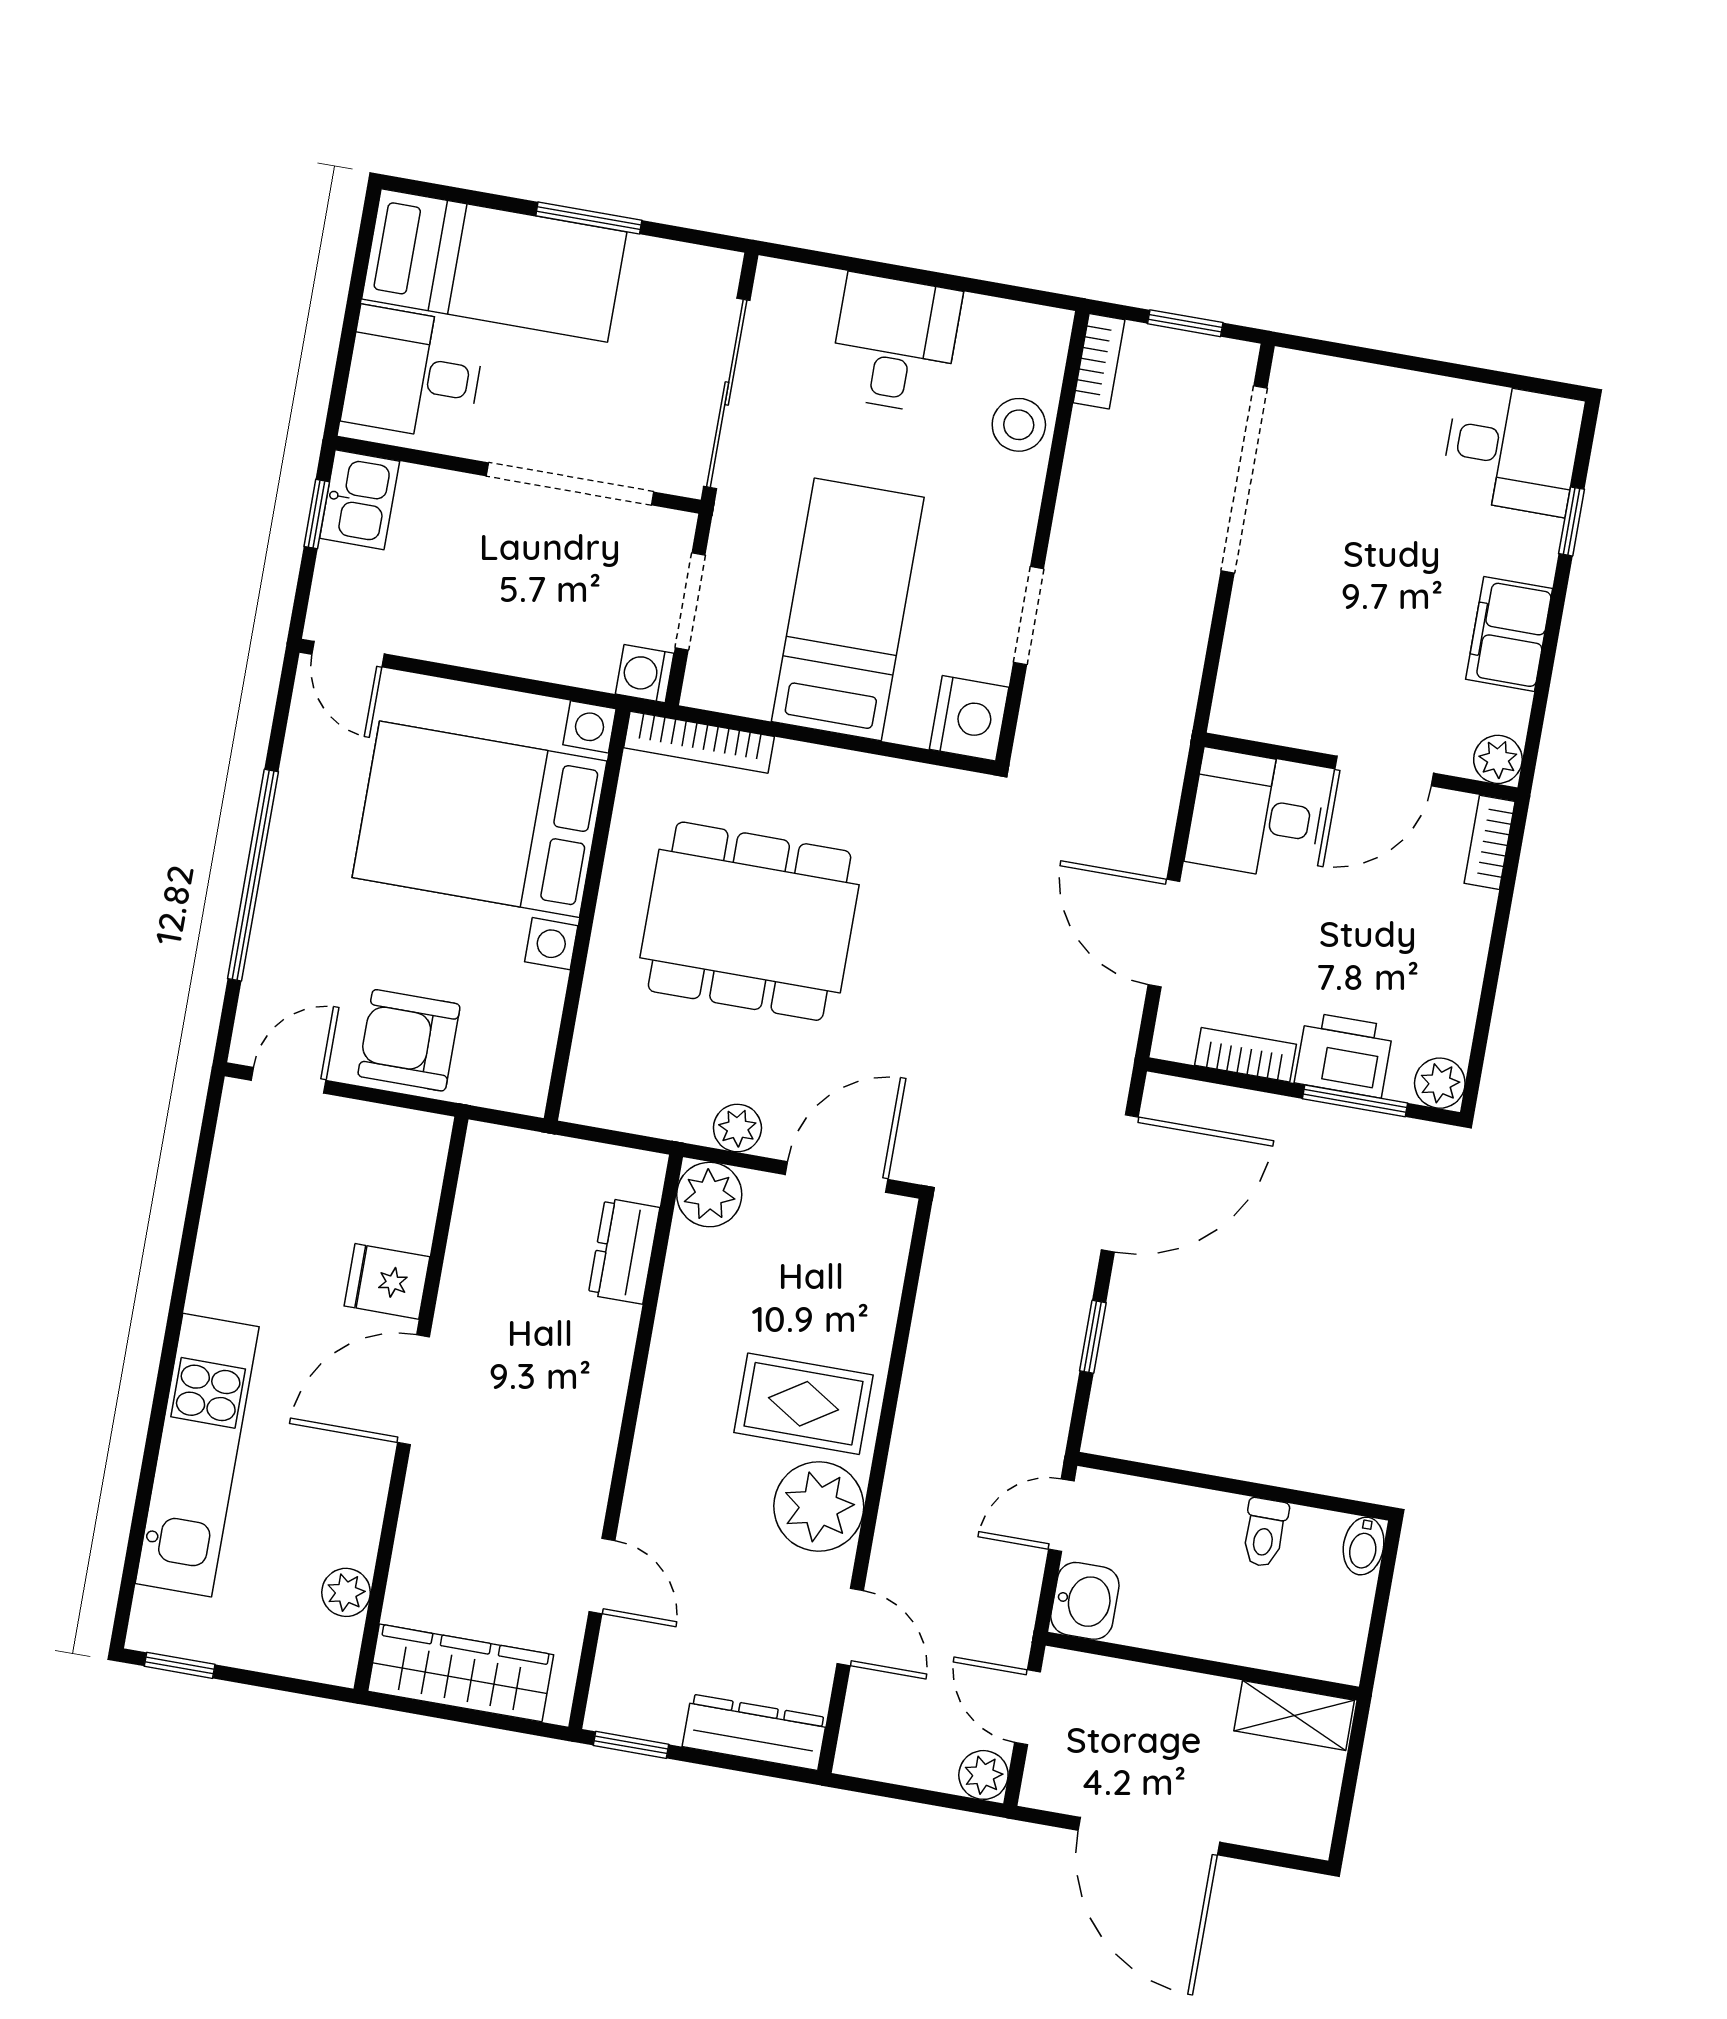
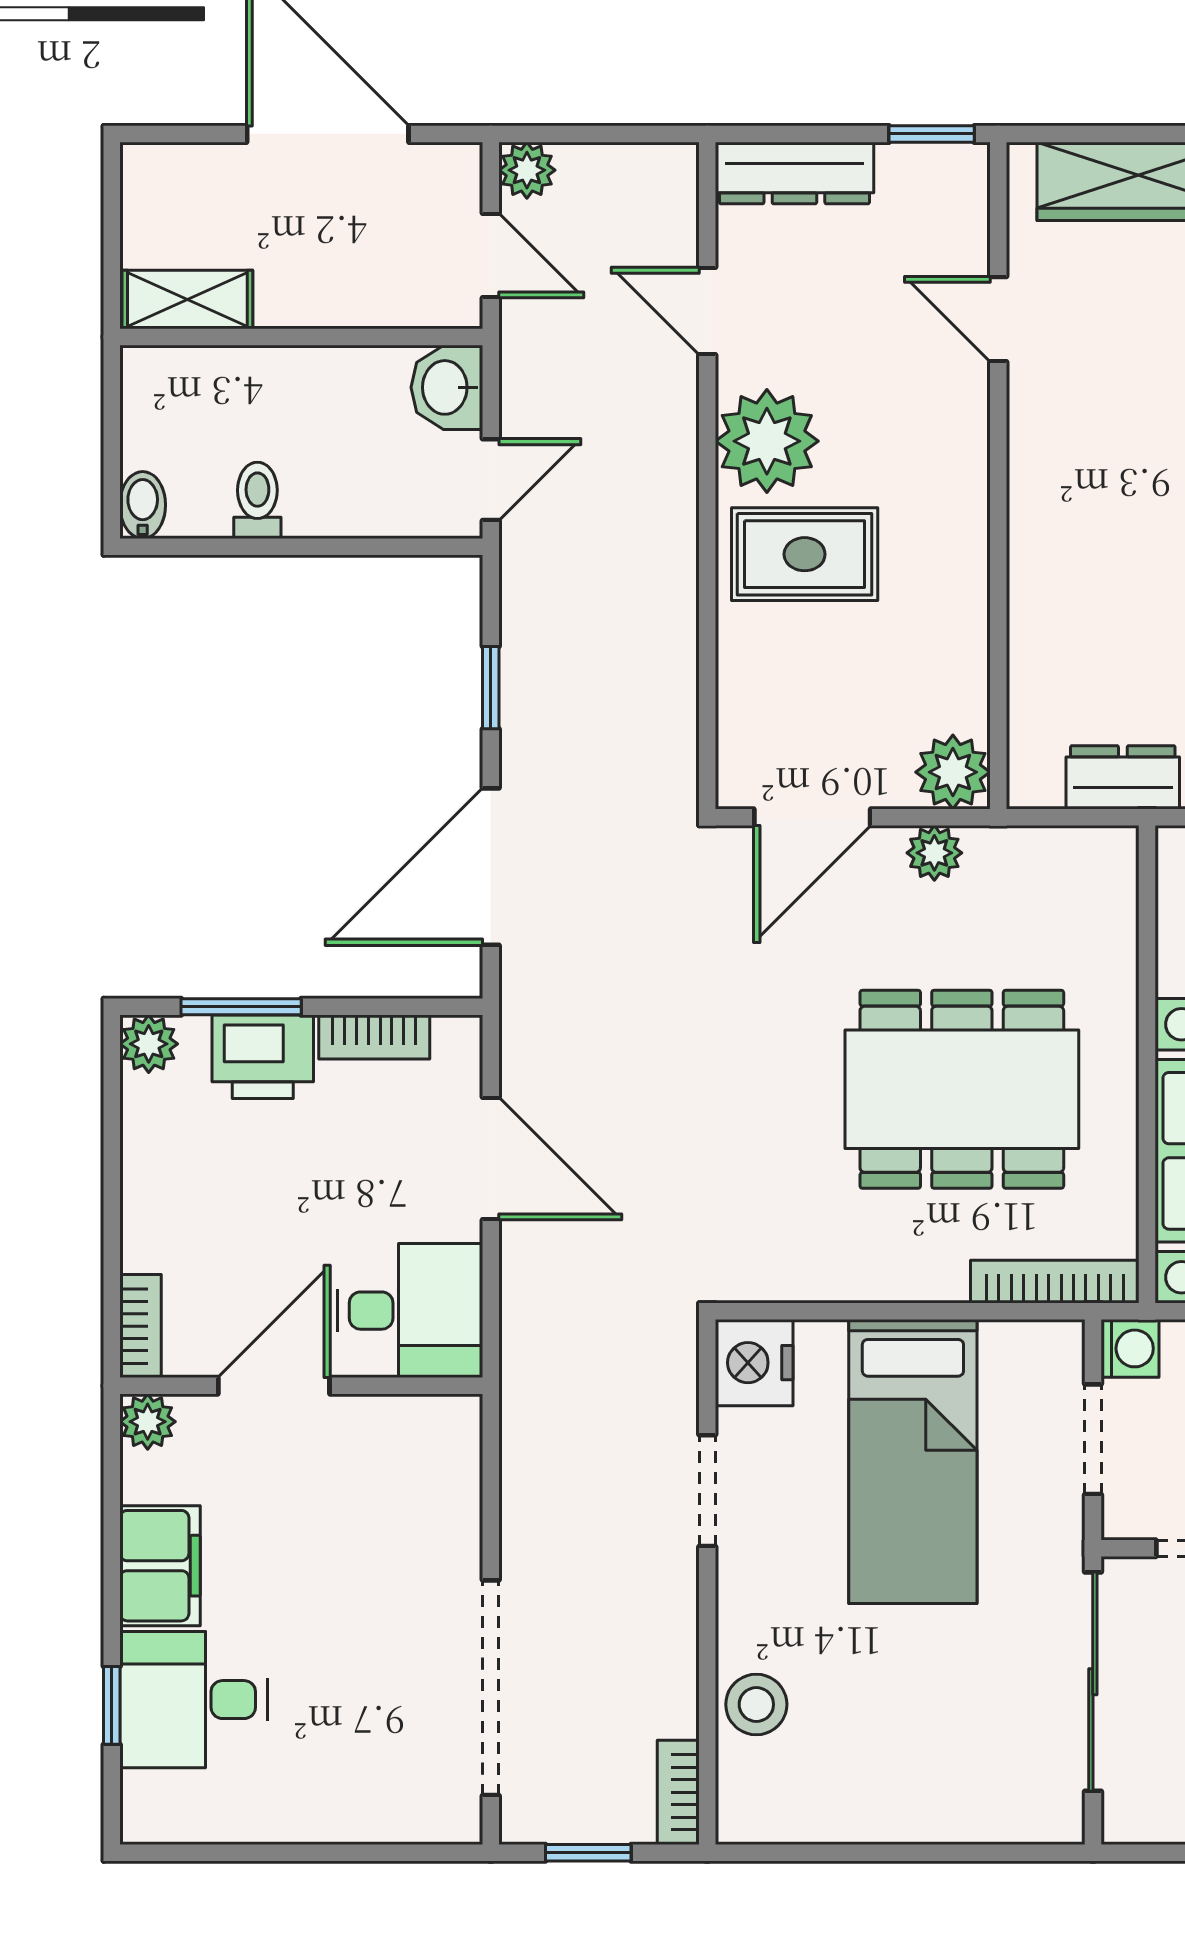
desk: (895, 343) -> (913, 1772), removed
desk: (1512, 448) -> (193, 1700), moved
dresser: (624, 1251) -> (1123, 777), moved, turned -90

